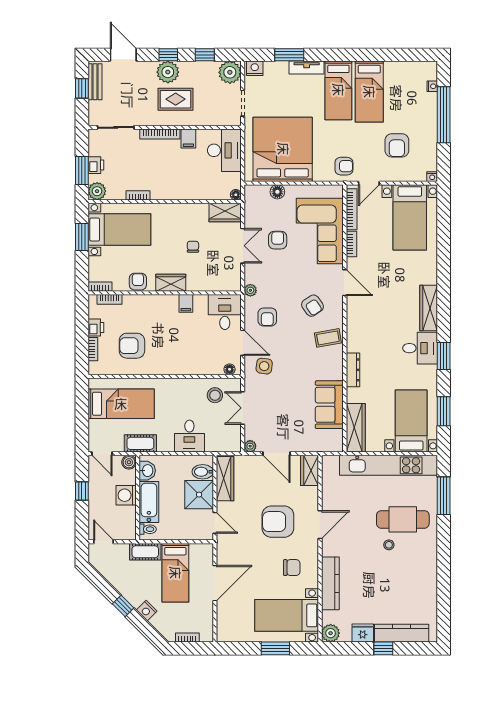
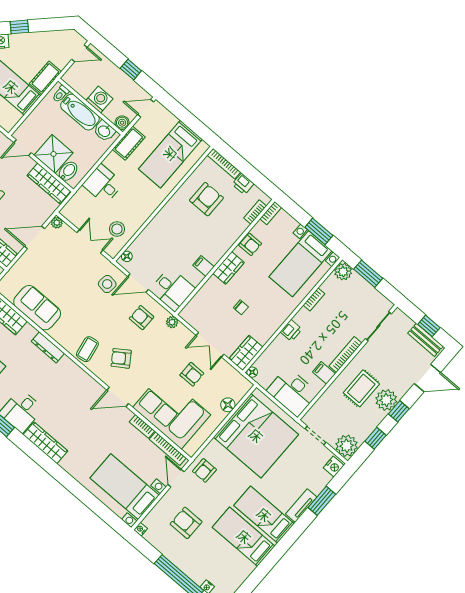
printer: (96, 165) -> (291, 331), moved, turned -90
bookcase: (93, 349) -> (224, 164), width x1.56

